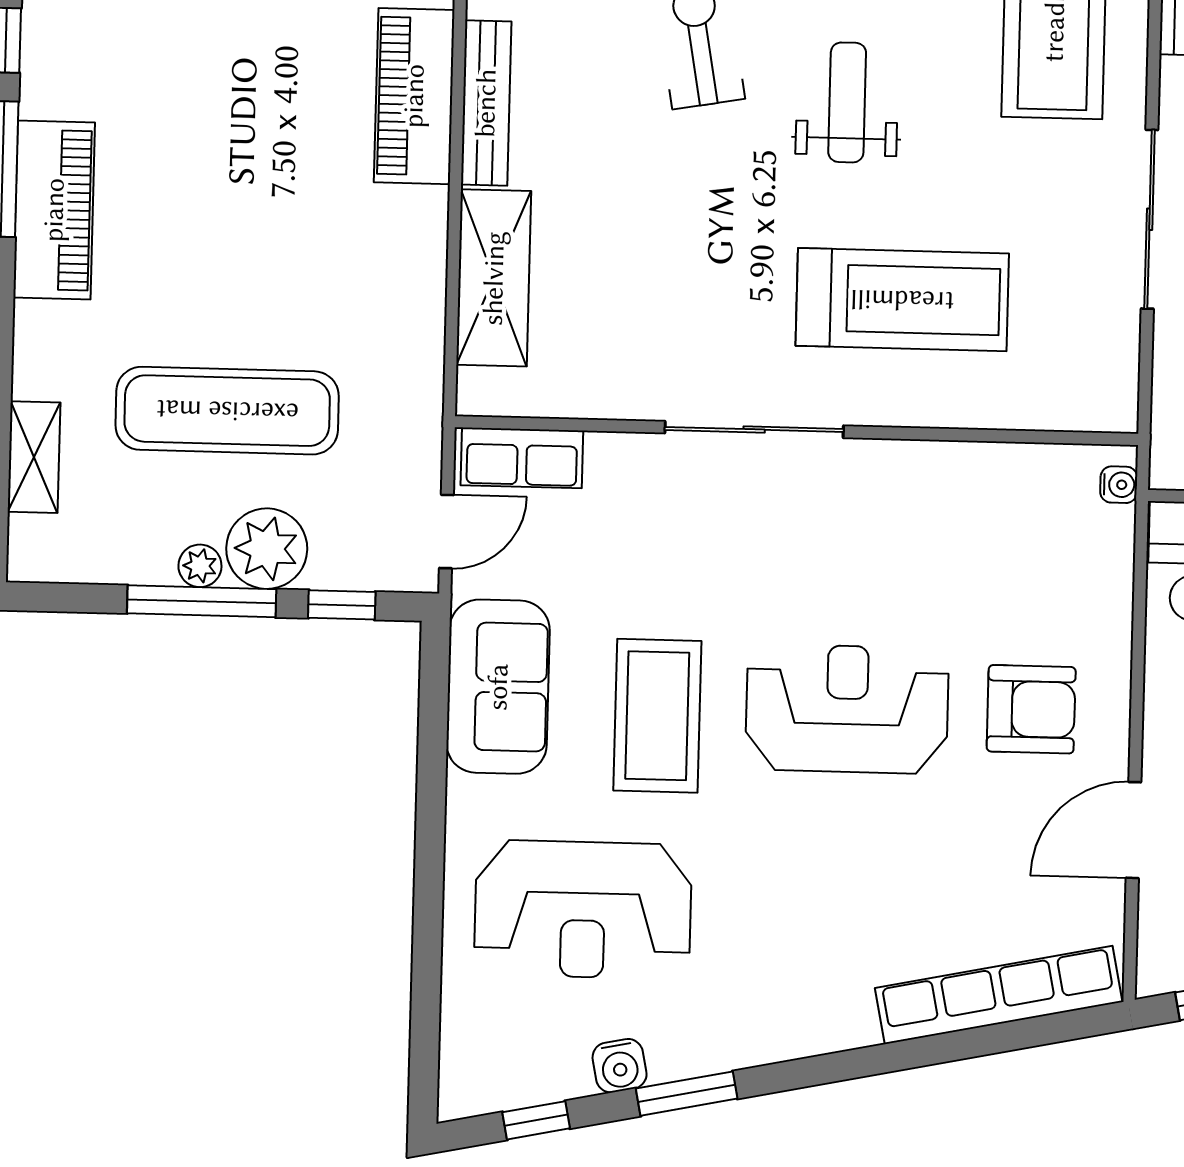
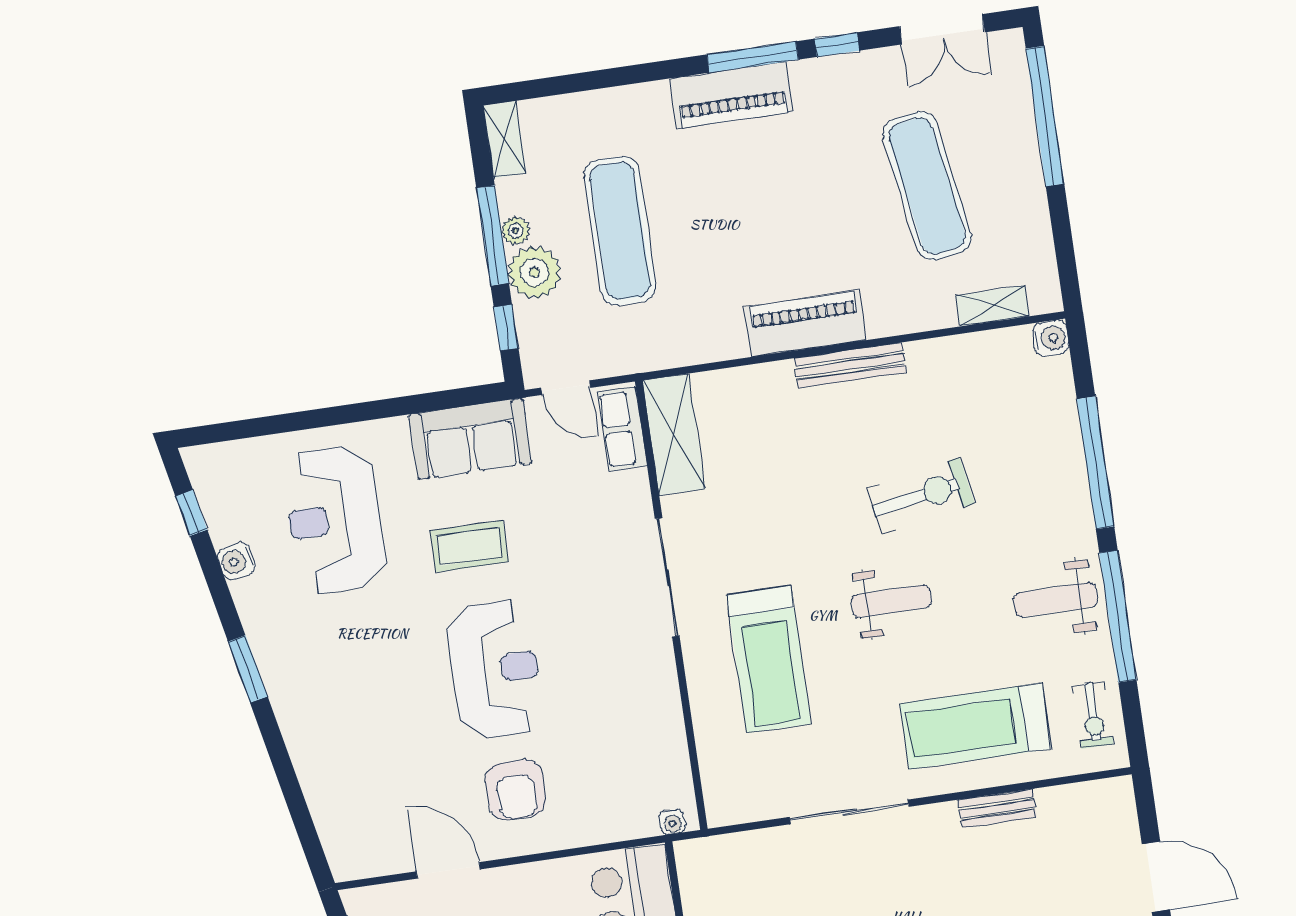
piano: (414, 96) -> (805, 324), moved
shelving: (494, 278) -> (674, 435), moved, turned 90
shelving: (34, 457) -> (505, 140), moved, turned 90
coffee table: (657, 716) -> (469, 546), width x0.73, depth x0.76
row of seats: (999, 995) -> (325, 801), removed
window: (687, 1094) -> (248, 669), moved

